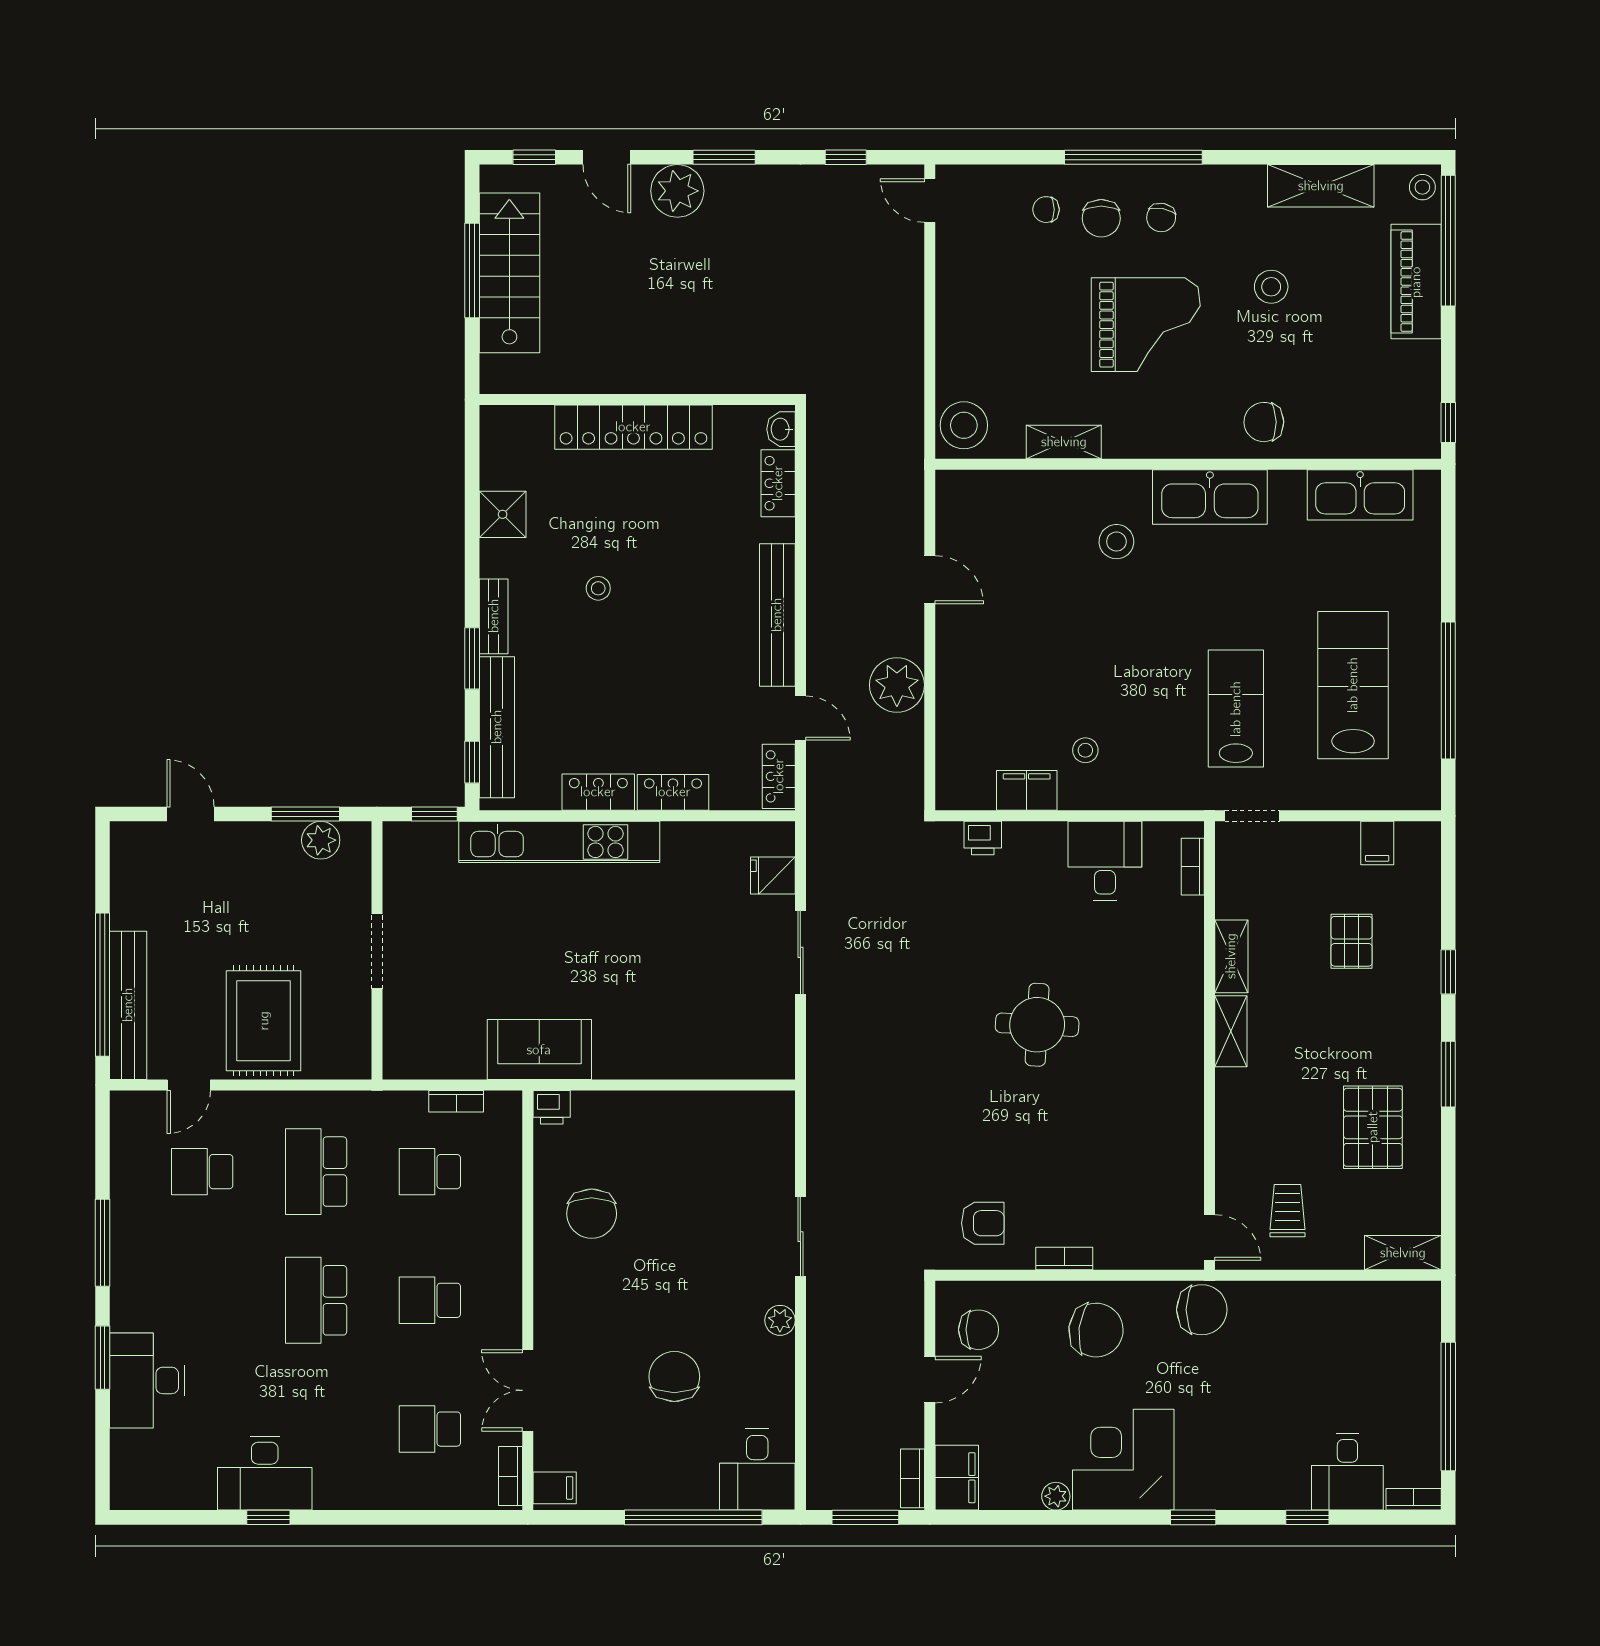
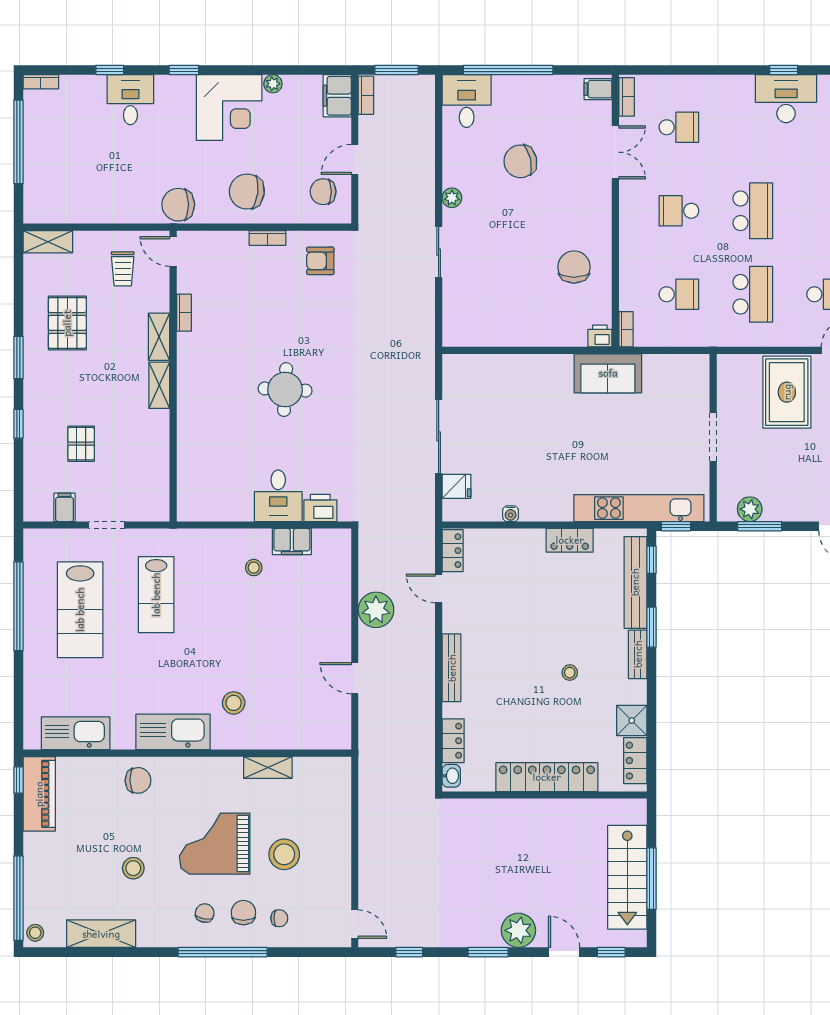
piano: (1416, 282) -> (39, 794), moved
stool: (964, 425) -> (284, 854), moved
bench: (777, 615) -> (452, 668), width x0.73, depth x0.82
locker: (673, 792) -> (635, 761), moved, turned 90
doorway: (1252, 816) -> (107, 525), moved
water cooler: (689, 833) -> (511, 514), added
printer: (983, 838) -> (320, 508), width x1.36, depth x1.24
kitchen unit: (559, 842) -> (639, 508), moved
desk: (1105, 861) -> (278, 496), moved
bookcase: (1193, 867) -> (184, 313), moved
sliding door: (800, 952) -> (439, 436), width x1.37
shelving: (1231, 956) -> (159, 337), moved
bookcase: (456, 1101) -> (626, 329), moved, turned 90
school desk: (430, 1300) -> (679, 211), turned 180
chair: (674, 1377) -> (520, 161), turned 77
desk: (1347, 1472) -> (130, 100), moved

